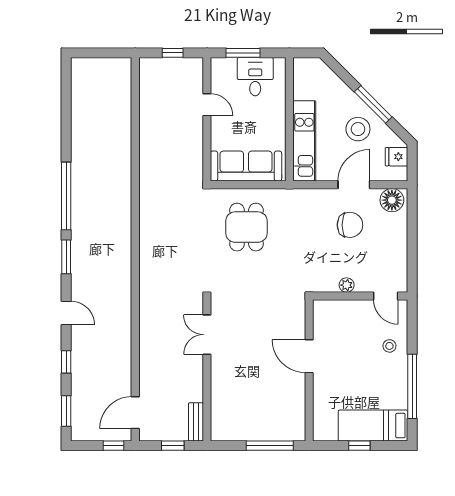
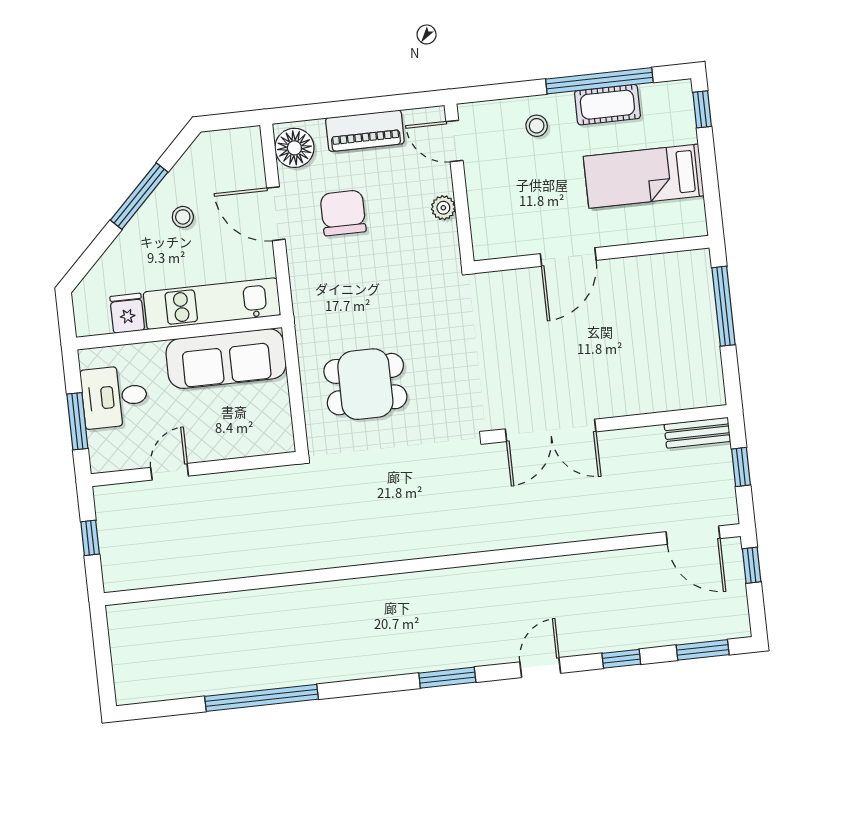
stool: (358, 129) -> (183, 217), width x0.53, depth x0.53
fridge: (397, 157) -> (127, 313), moved, turned 180
sofa: (246, 166) -> (226, 359), moved, turned -90
window: (66, 196) -> (261, 698), moved
piano: (398, 243) -> (365, 131), added
door: (386, 296) -> (454, 141), swing flipped
double door: (207, 335) -> (551, 430), width x1.37
cot: (397, 390) -> (607, 105), added
bed: (373, 426) -> (644, 176), moved, turned 90
window: (359, 446) -> (702, 109), moved

